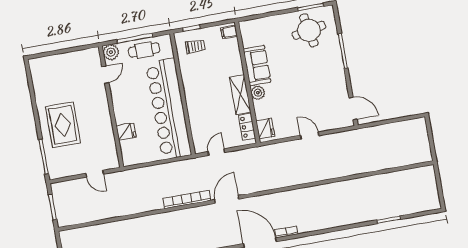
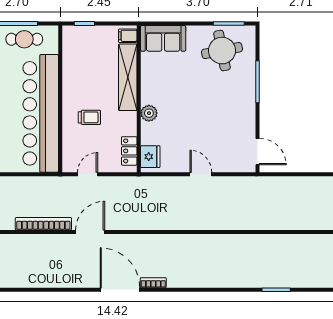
trolley: (195, 46) -> (89, 117), moved
sofa: (257, 66) -> (163, 38), moved, turned 90
shelving: (240, 95) -> (128, 77), moved, width x1.47

